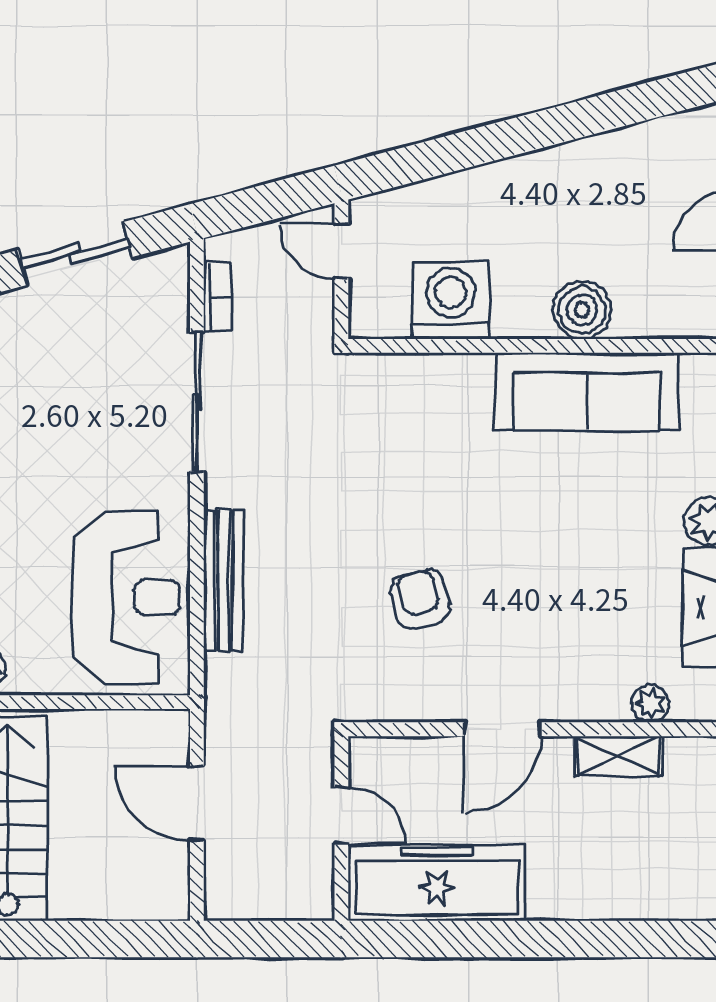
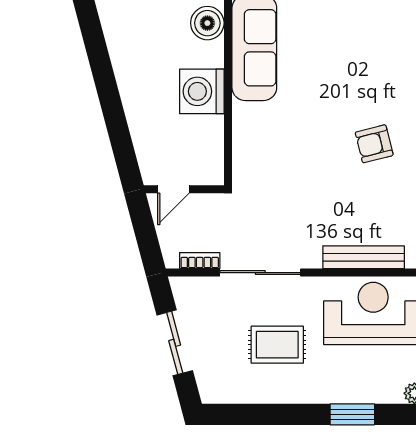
washing machine: (451, 300) -> (202, 91), moved
boiler: (582, 310) -> (207, 23), moved
rug: (72, 431) -> (277, 345), added

